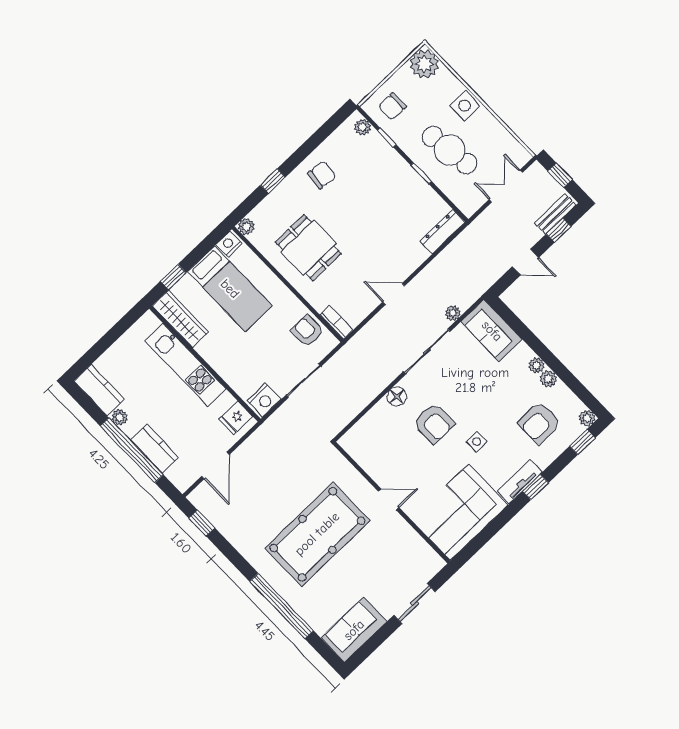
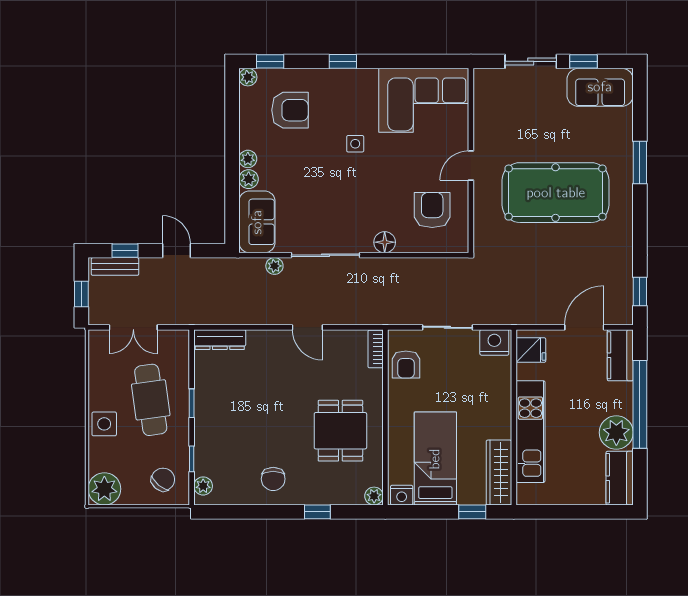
chair: (392, 106) -> (163, 480), turned -50
chair: (322, 175) -> (273, 479), turned -97
plant: (548, 379) -> (249, 179), moved
plant: (120, 417) -> (616, 432), width x1.87, depth x1.87
armchair: (434, 423) -> (432, 210), moved
kitchen counter: (155, 449) -> (620, 355), moved
tv unit: (520, 482) -> (351, 78), removed
door: (389, 499) -> (471, 165), hinge flipped
window: (282, 606) -> (640, 162), width x0.47
window: (381, 636) -> (583, 61), added

